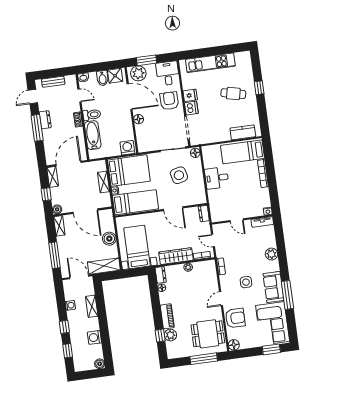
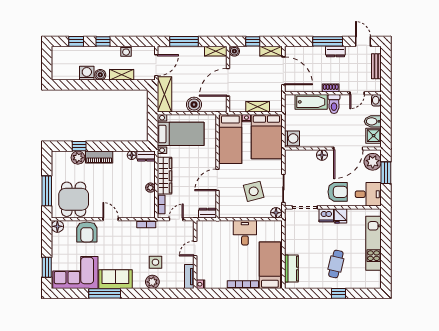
side table: (246, 282) -> (155, 262), moved
boiler: (100, 364) -> (100, 75), moved

